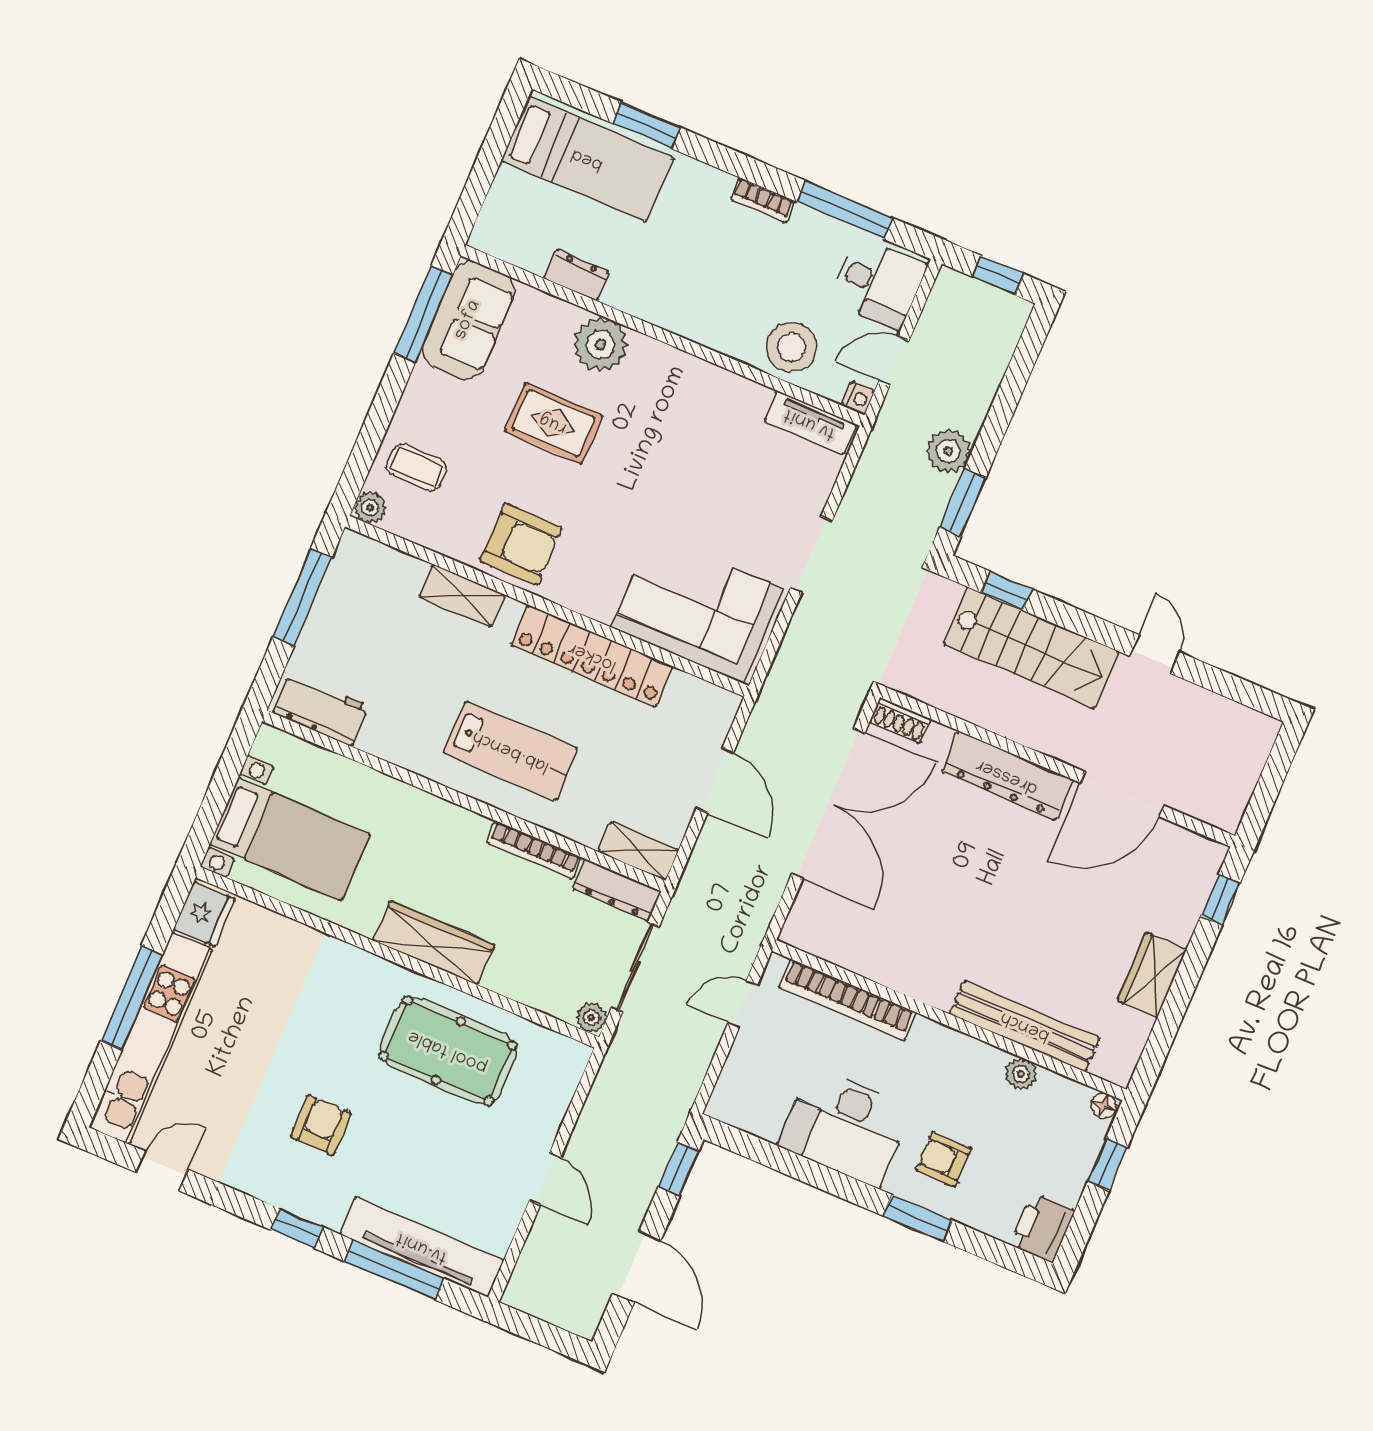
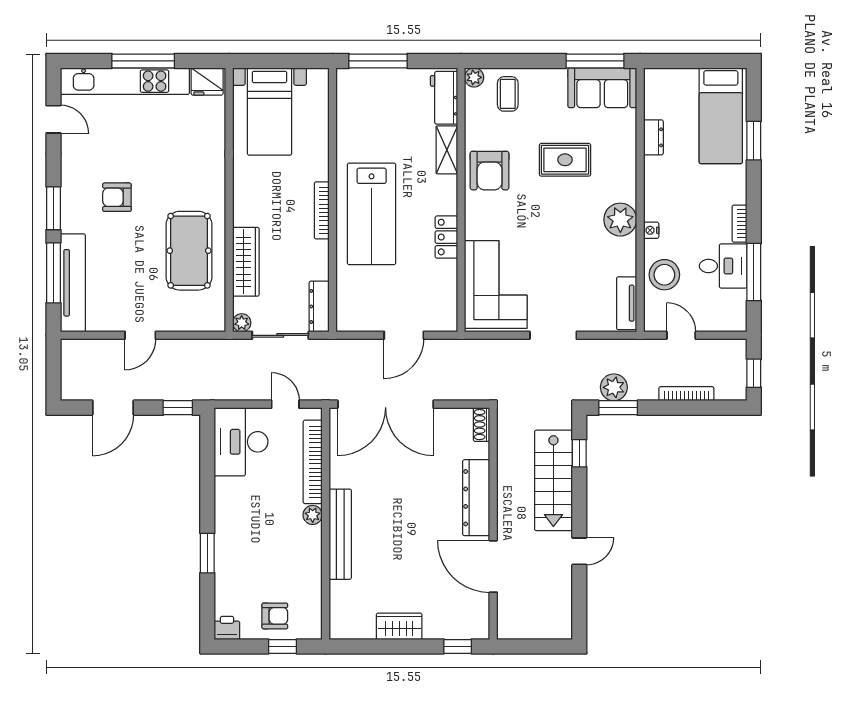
desk: (878, 283) -> (723, 266), moved, turned -90
plant: (600, 344) -> (620, 220), moved
bookcase: (986, 391) -> (686, 394), added
nightstand: (858, 398) -> (651, 230), moved, turned 90
rug: (553, 423) -> (565, 160), turned 90
plant: (948, 451) -> (614, 387), moved
window: (302, 597) -> (378, 61), moved
locker: (592, 656) -> (446, 237), width x0.46, depth x0.83
workbench: (321, 709) -> (444, 98), moved, turned 180
lab bench: (511, 751) -> (372, 214), width x1.36, depth x1.39
double door: (828, 803) -> (386, 404), moved
bookcase: (534, 850) -> (322, 210), moved
shelving: (638, 851) -> (346, 309), removed
wardrobe: (434, 943) -> (246, 262), moved
bench: (1025, 1026) -> (340, 534), moved
plant: (1021, 1074) -> (313, 515), moved
floor lamp: (1104, 1106) -> (315, 630), removed
armchair: (321, 1125) -> (117, 197), turned 180
desk: (845, 1127) -> (241, 442), moved
armchair: (944, 1159) -> (275, 616), moved, turned 90
window: (297, 1228) -> (53, 208), width x1.50
printer: (1042, 1228) -> (227, 628), width x0.73, depth x0.81

